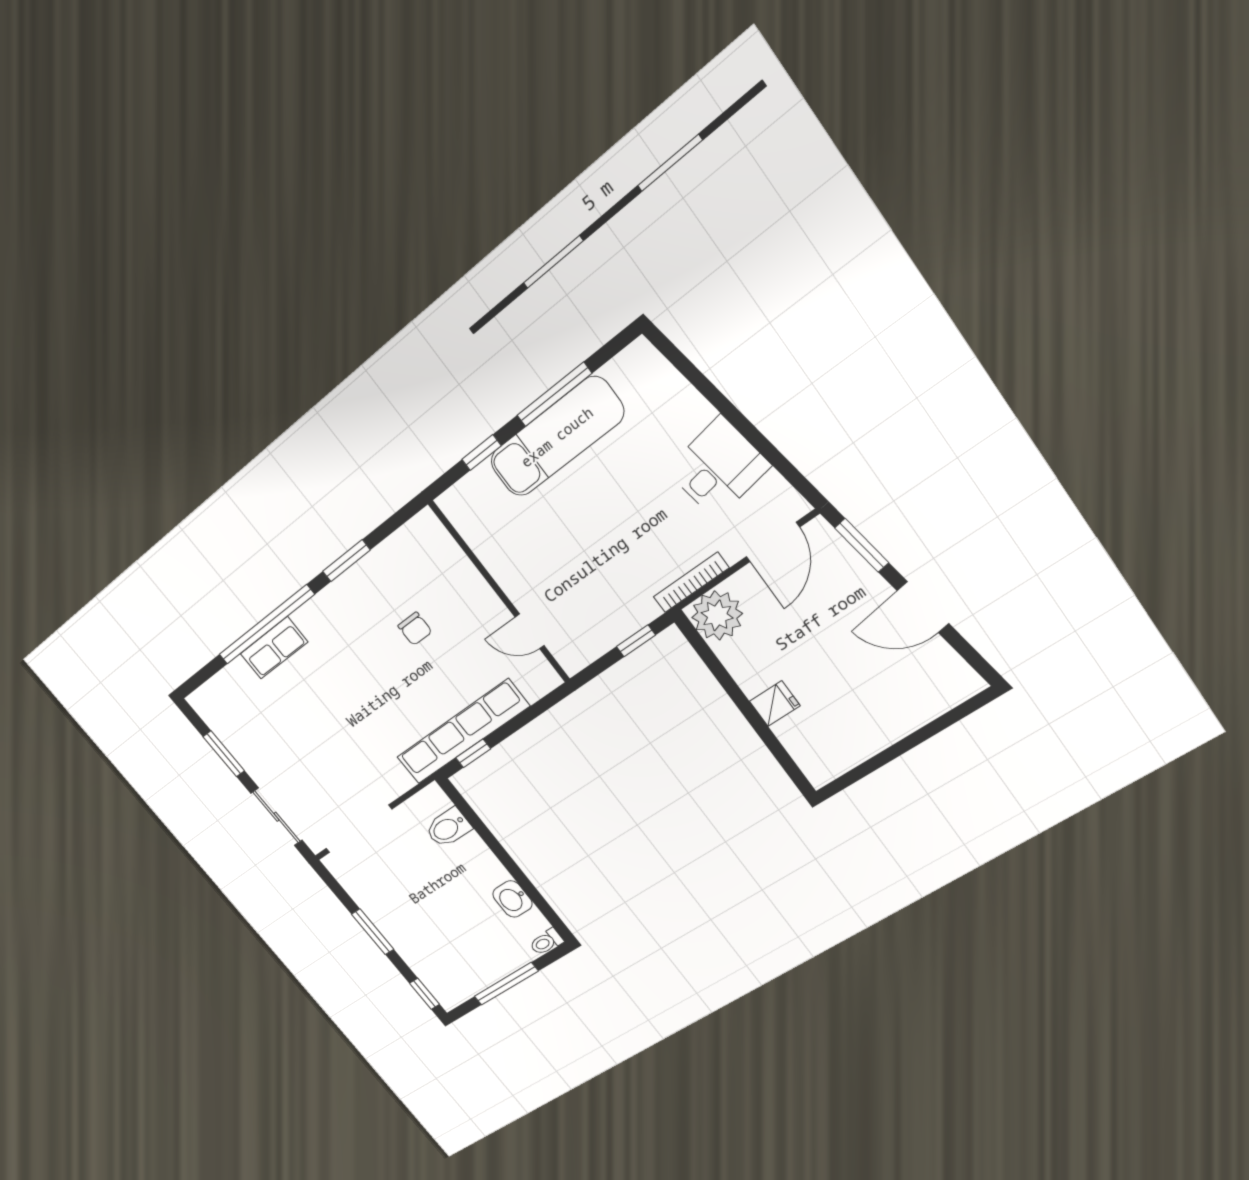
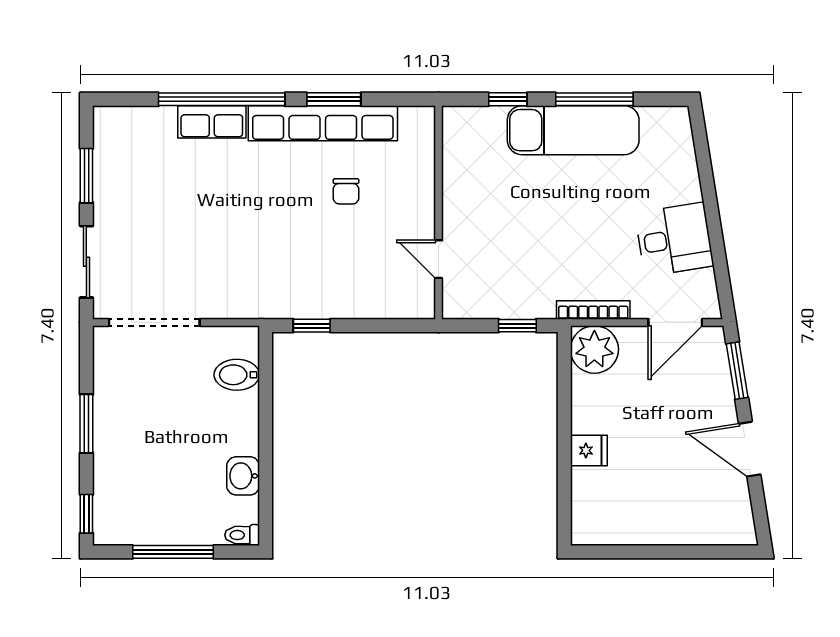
row of seats: (463, 732) -> (323, 123), moved, turned 180

